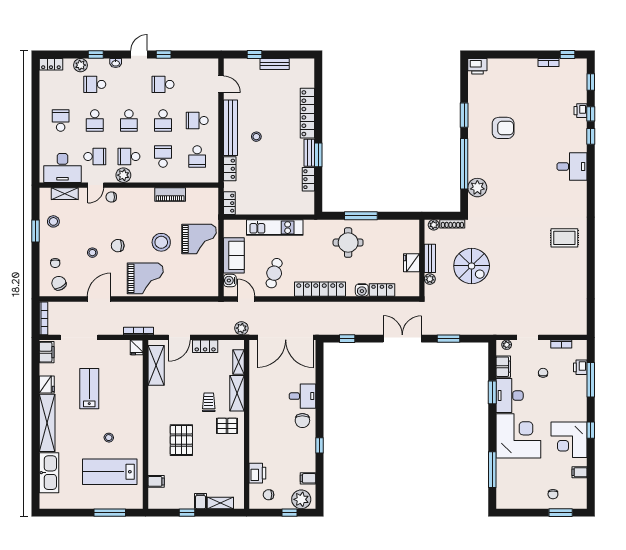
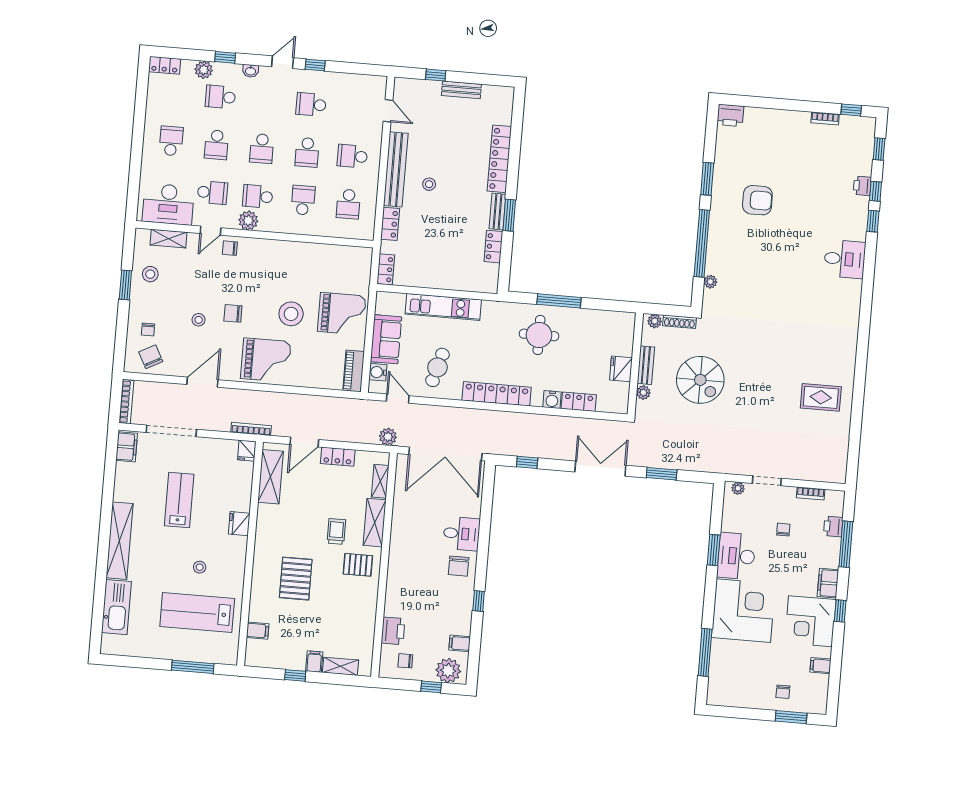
plant: (477, 188) -> (710, 282), width x0.53, depth x0.53
piano: (170, 194) -> (354, 371), moved, turned 90
rug: (564, 238) -> (821, 397), moved
filing cabinet: (503, 367) -> (828, 583), moved, turned 180
fridge: (47, 385) -> (239, 524), moved, turned 180

